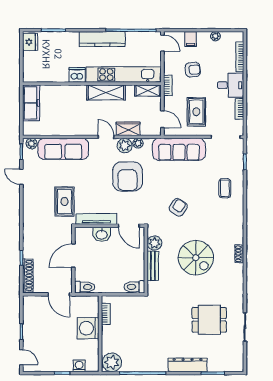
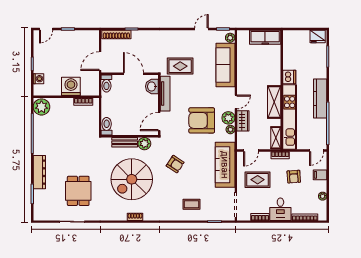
washbasin: (102, 234) -> (152, 86), moved
spiral stairs: (196, 258) -> (132, 179), width x1.37, depth x1.37

